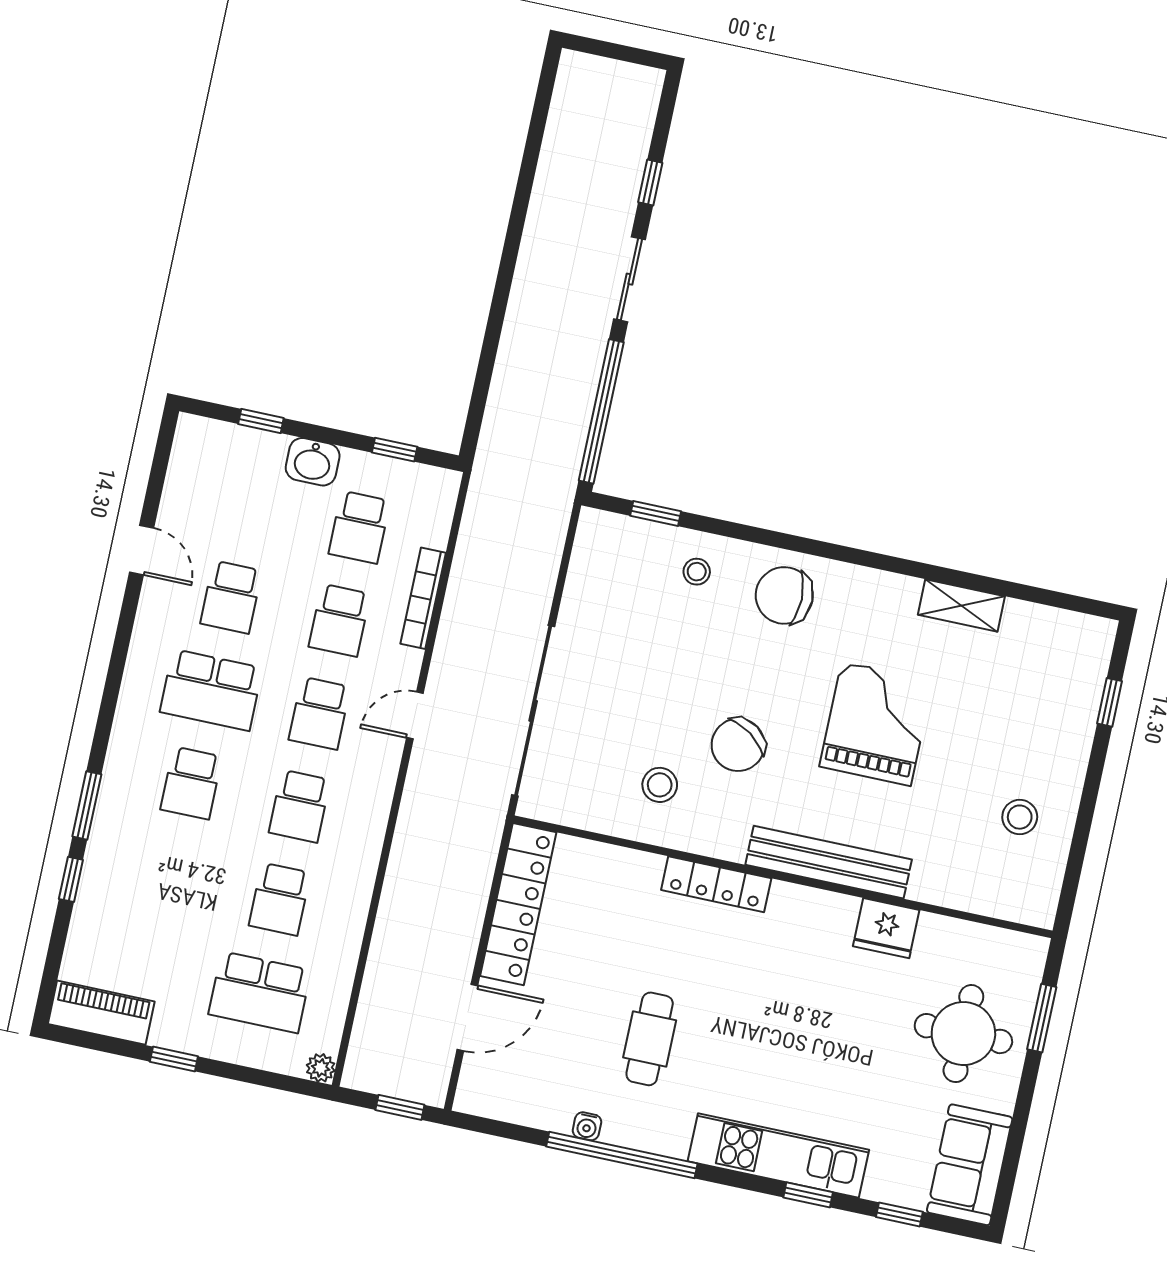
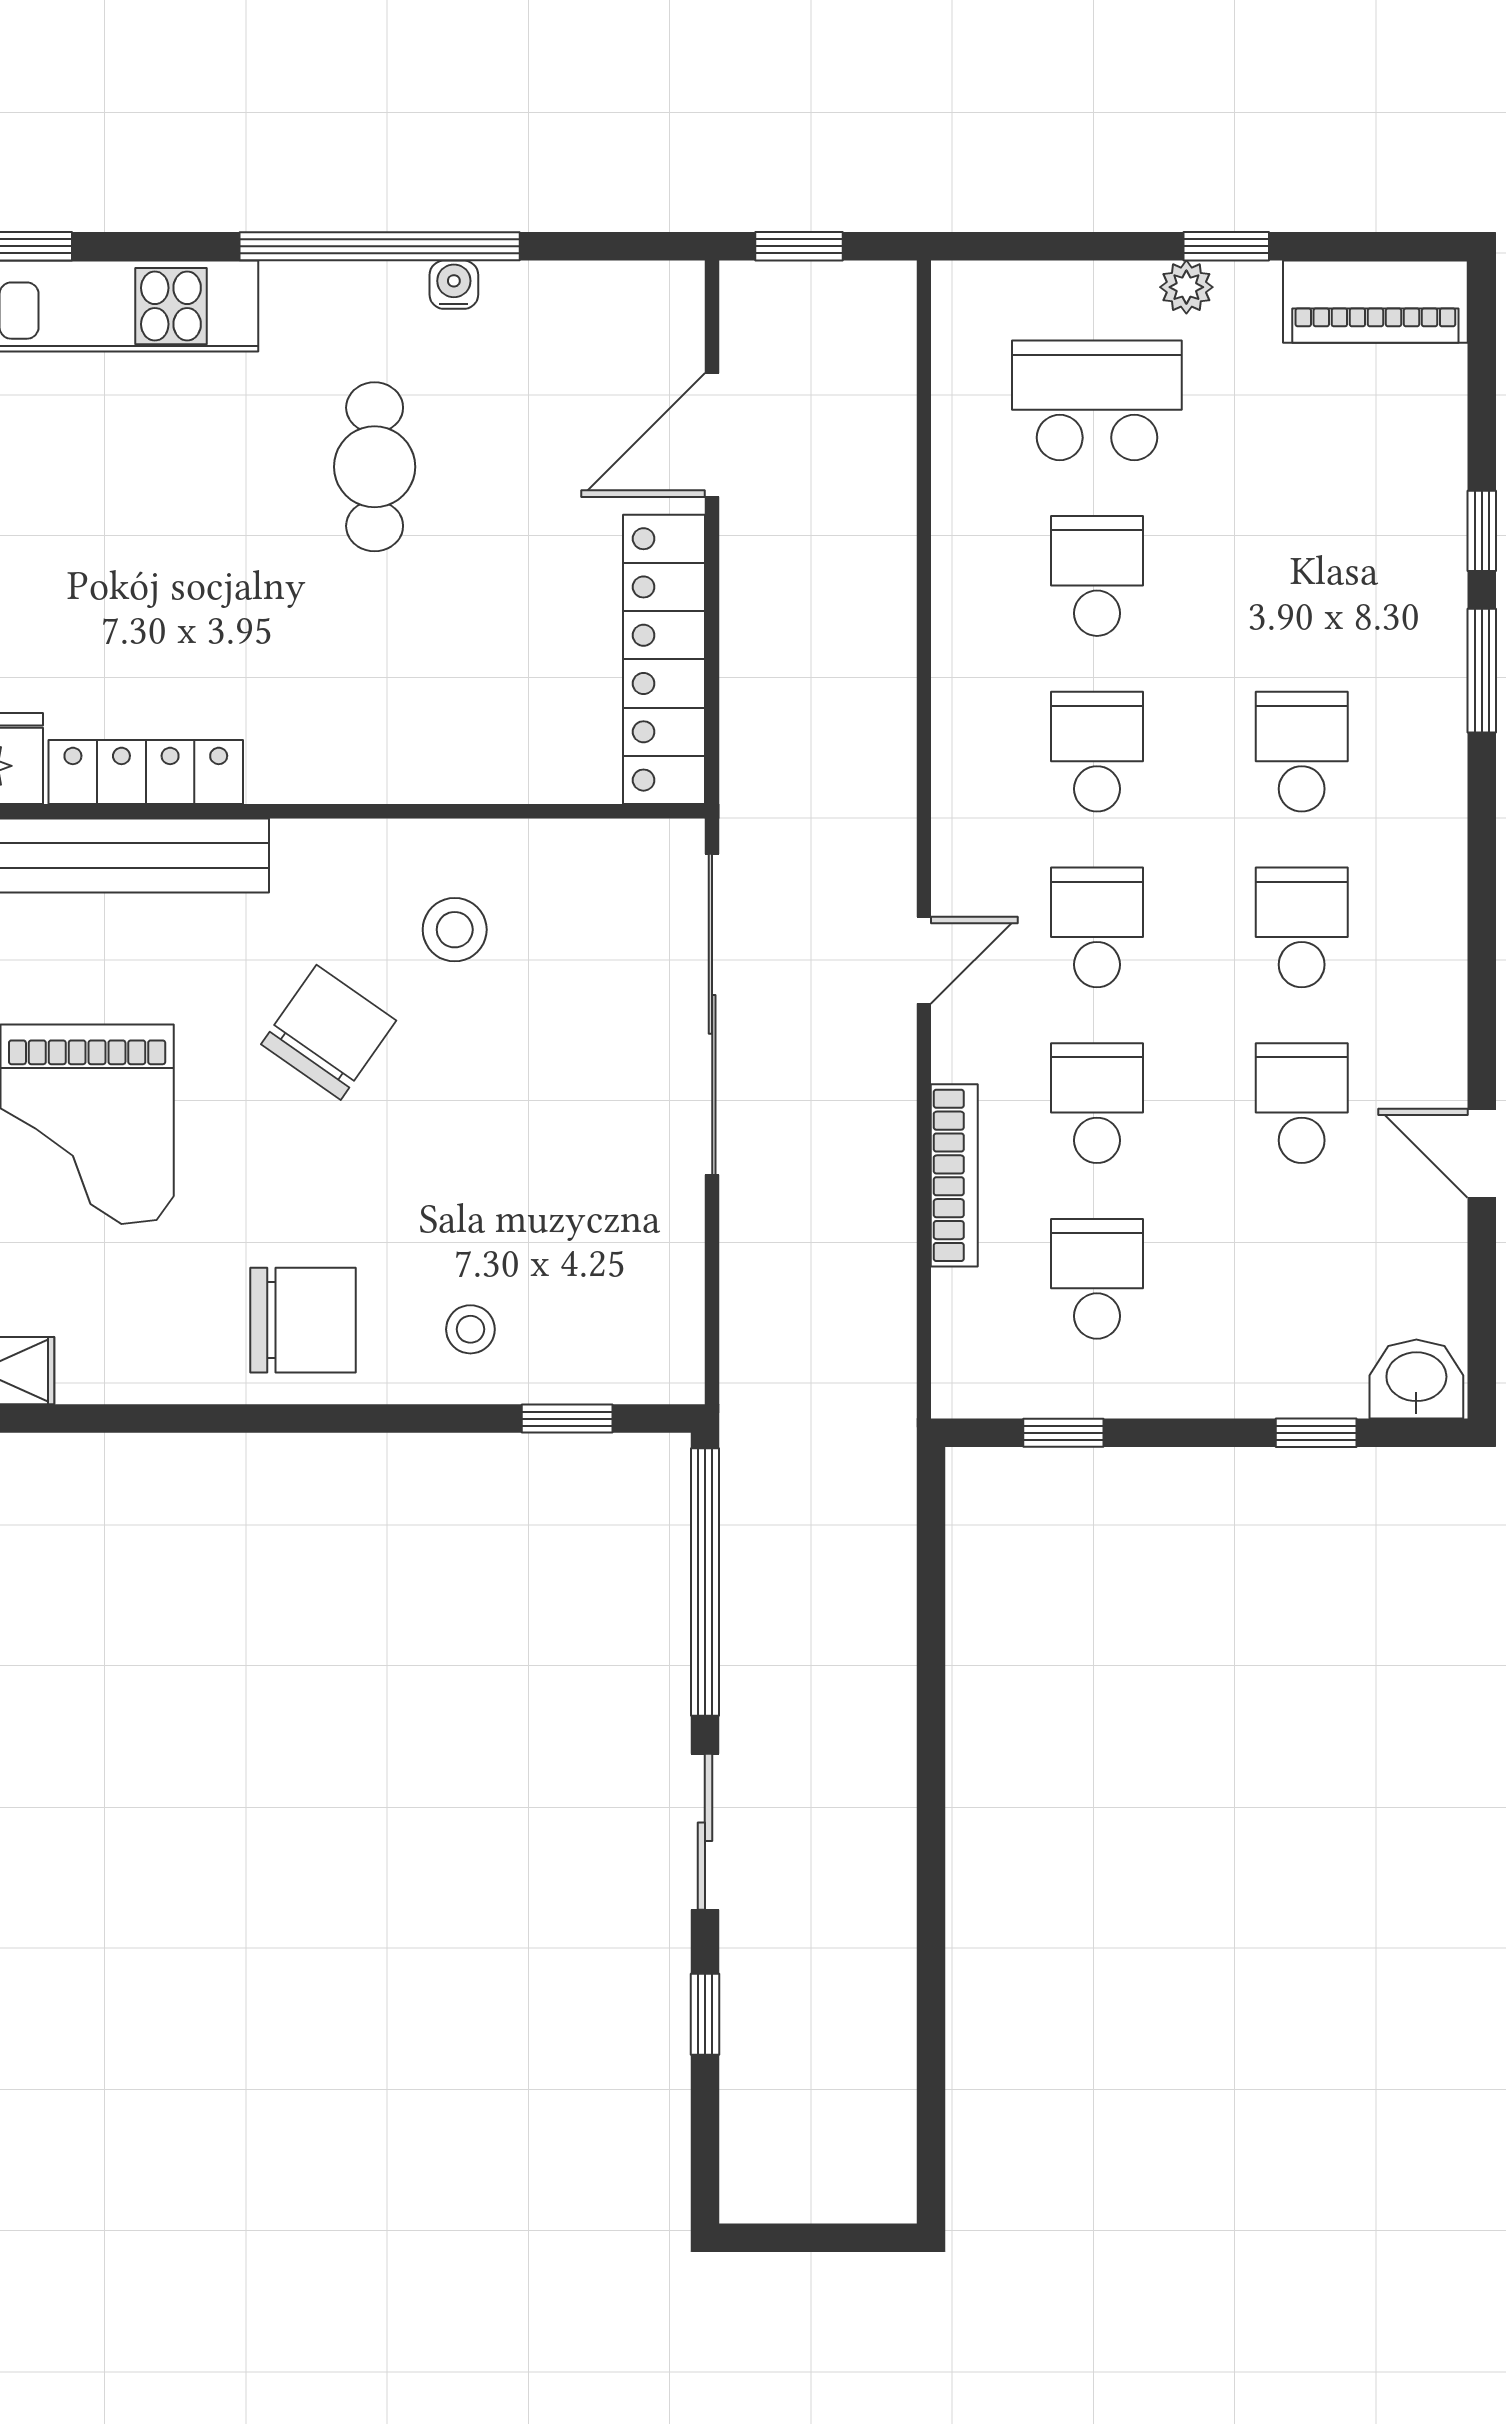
washbasin: (313, 462) -> (1416, 1379), moved
school desk: (211, 690) -> (1302, 927), width x0.54
locker: (716, 884) -> (146, 772), moved
plant: (321, 1068) -> (1186, 287), moved

